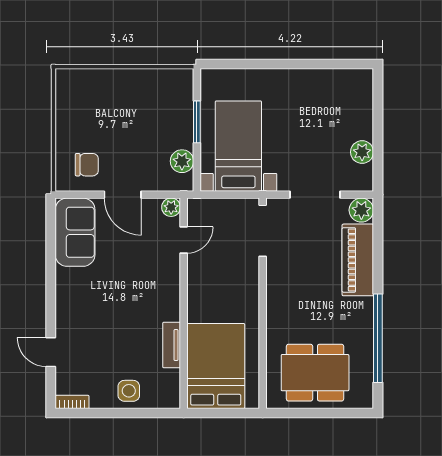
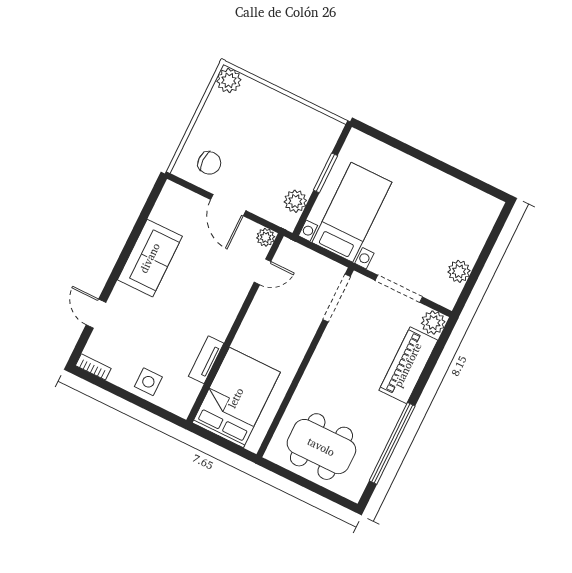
plant: (68, 81) -> (229, 80), added
sofa: (75, 232) -> (150, 258), moved

